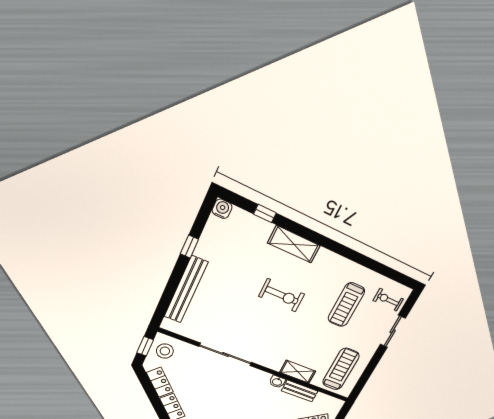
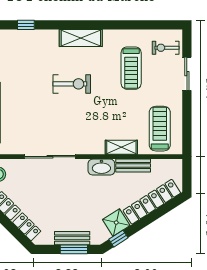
shelving: (294, 244) -> (81, 38), moved
washbasin: (277, 382) -> (101, 167), width x1.91, depth x1.45

